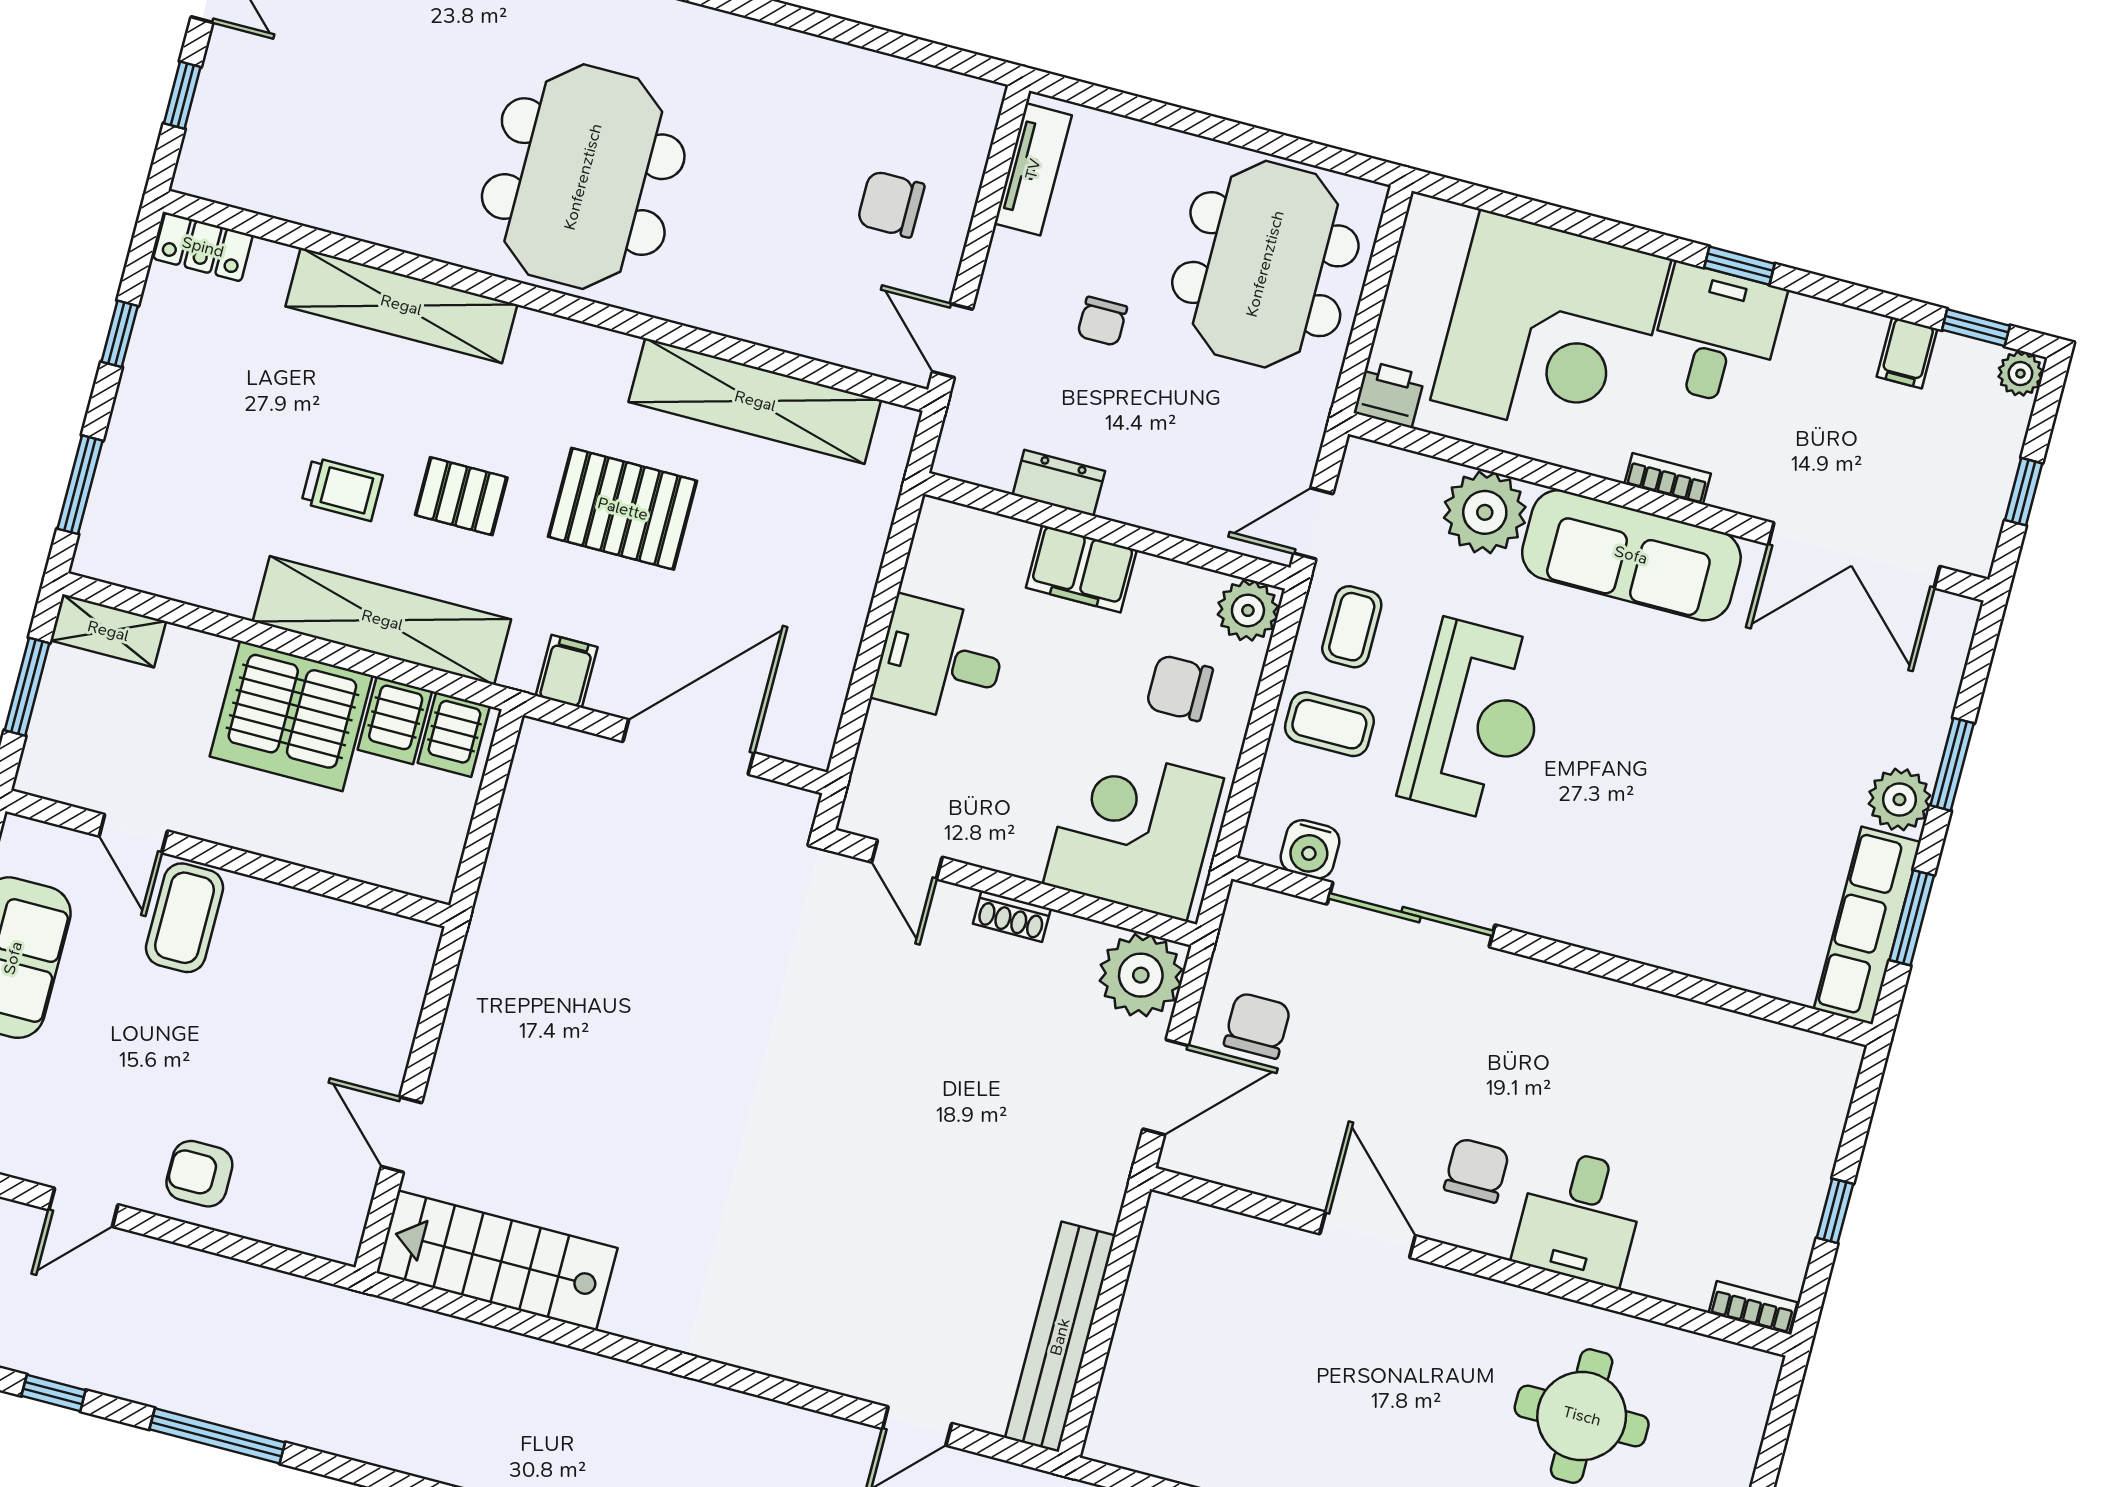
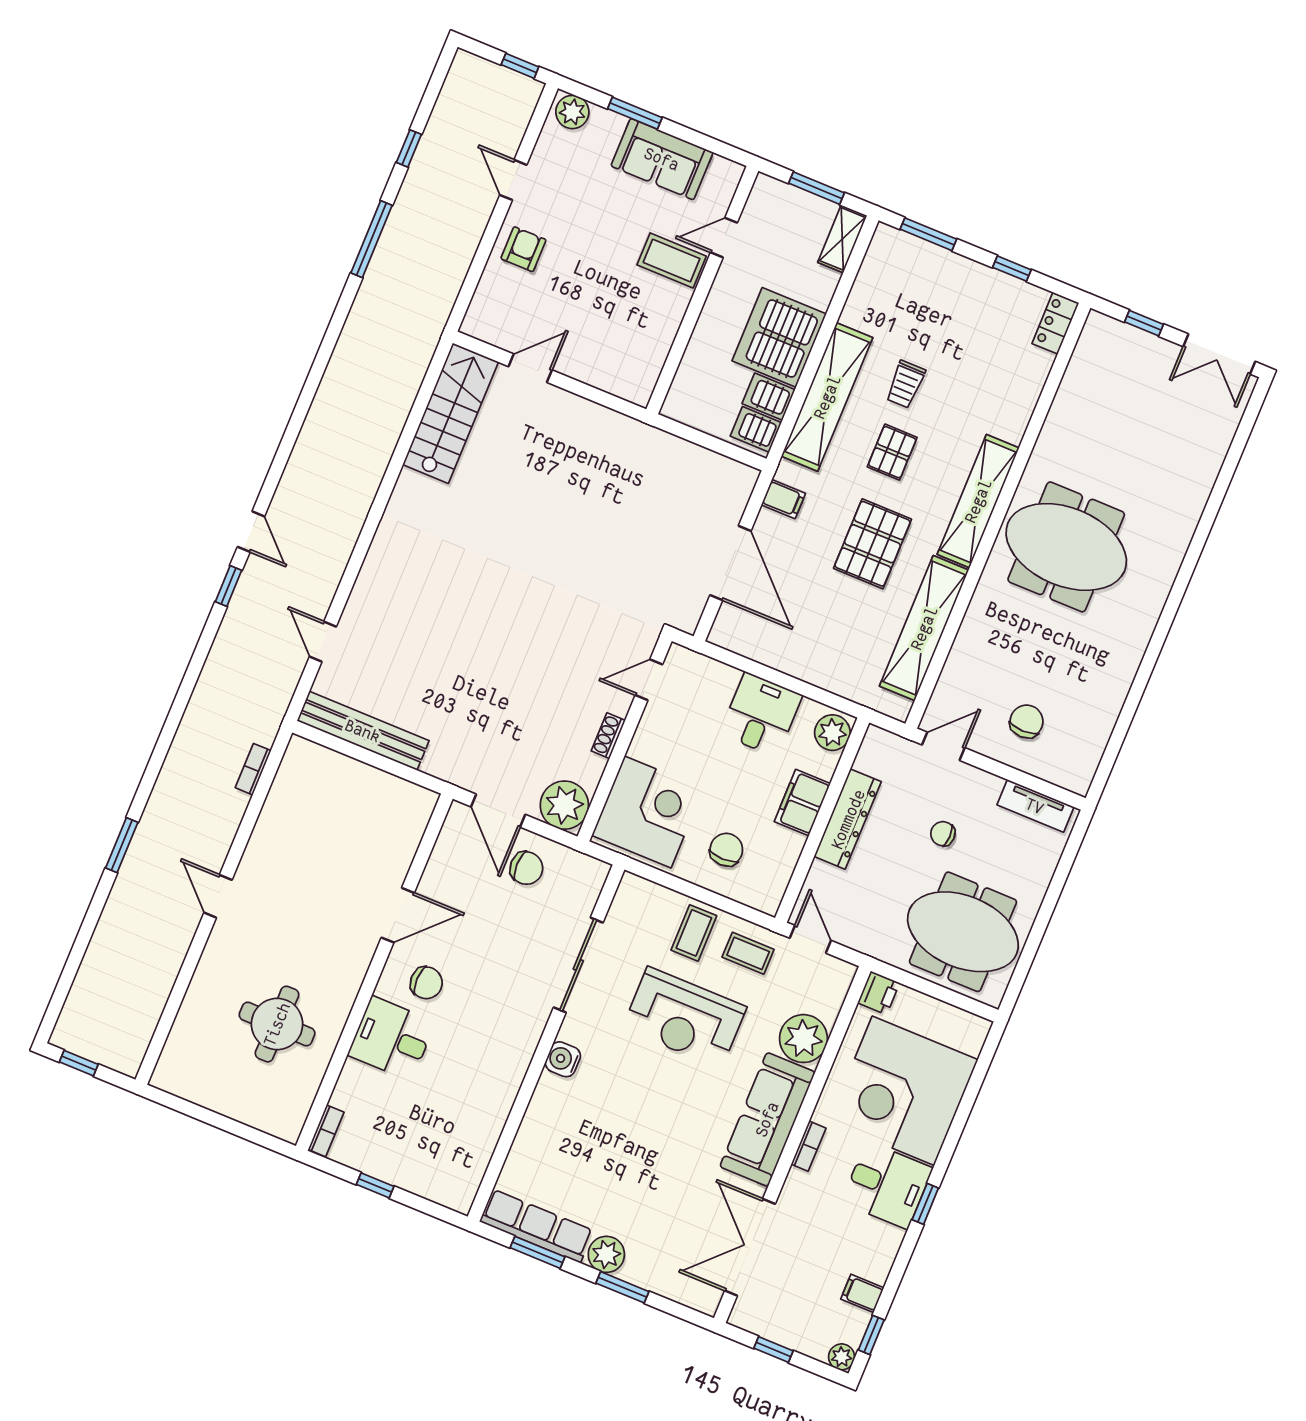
shelving: (401, 305) -> (978, 501), moved
dresser: (1059, 483) -> (848, 819), width x1.96, depth x1.24
plant: (1248, 610) -> (832, 733), moved
water cooler: (1310, 849) -> (563, 1059), moved

